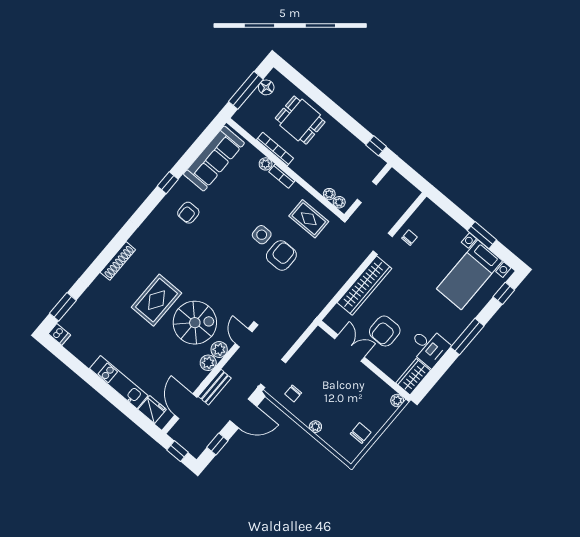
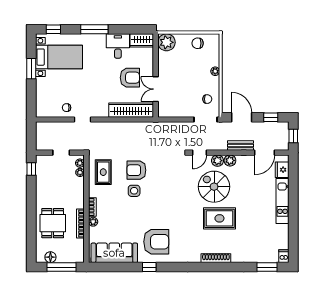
armchair: (188, 213) -> (156, 242), width x1.88, depth x1.88
wardrobe: (364, 286) -> (131, 110), moved
plant: (397, 400) -> (166, 42), width x1.88, depth x1.88

